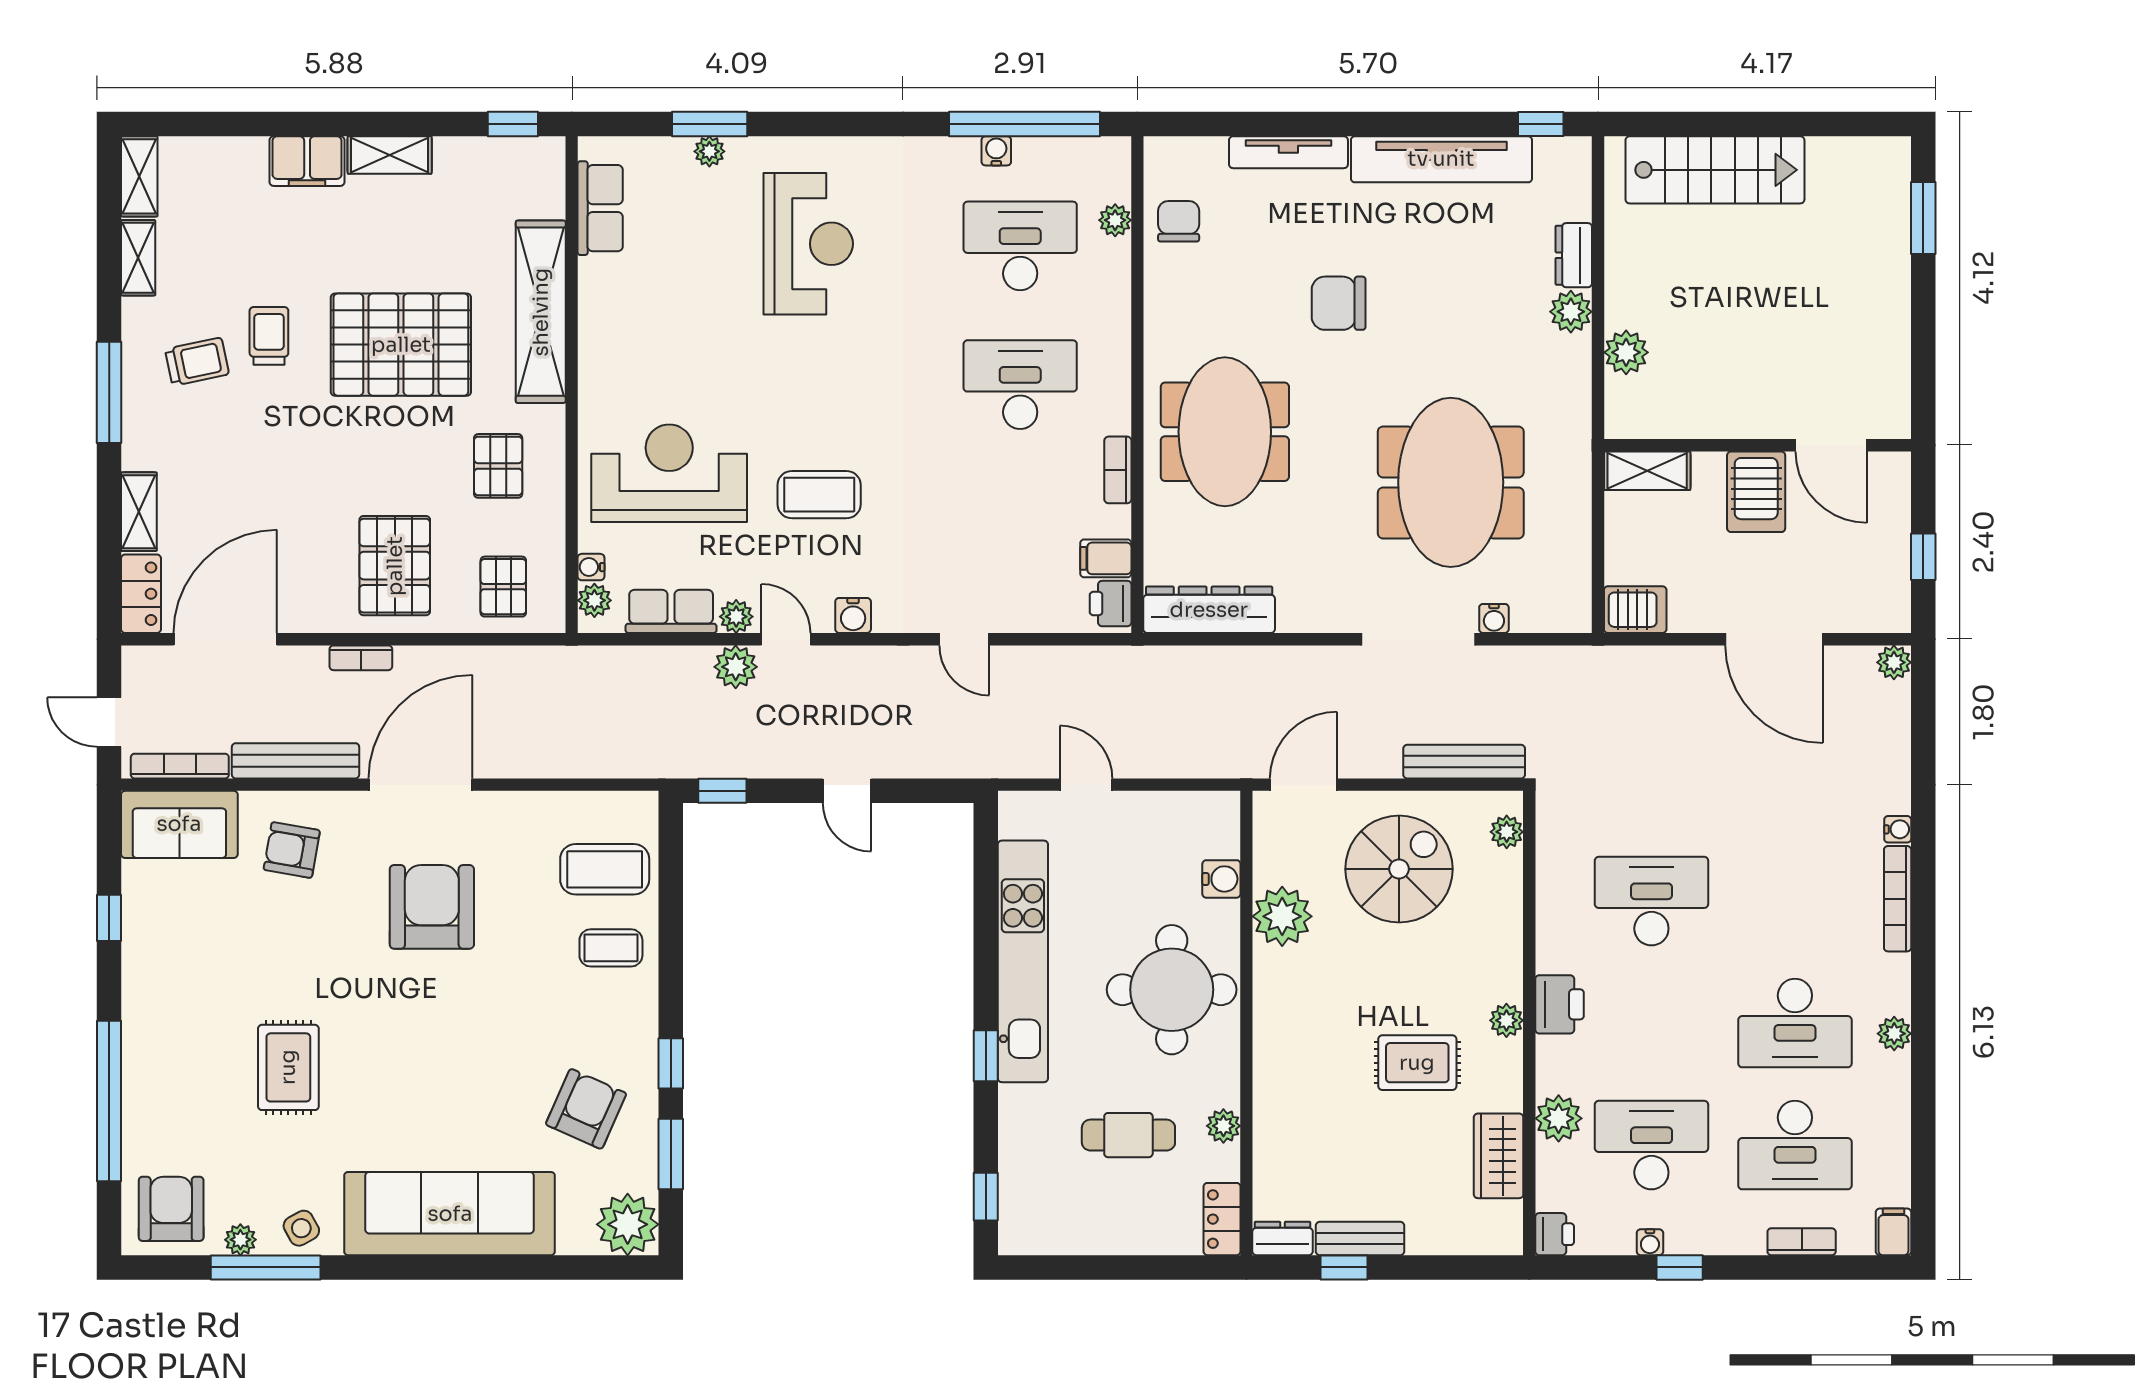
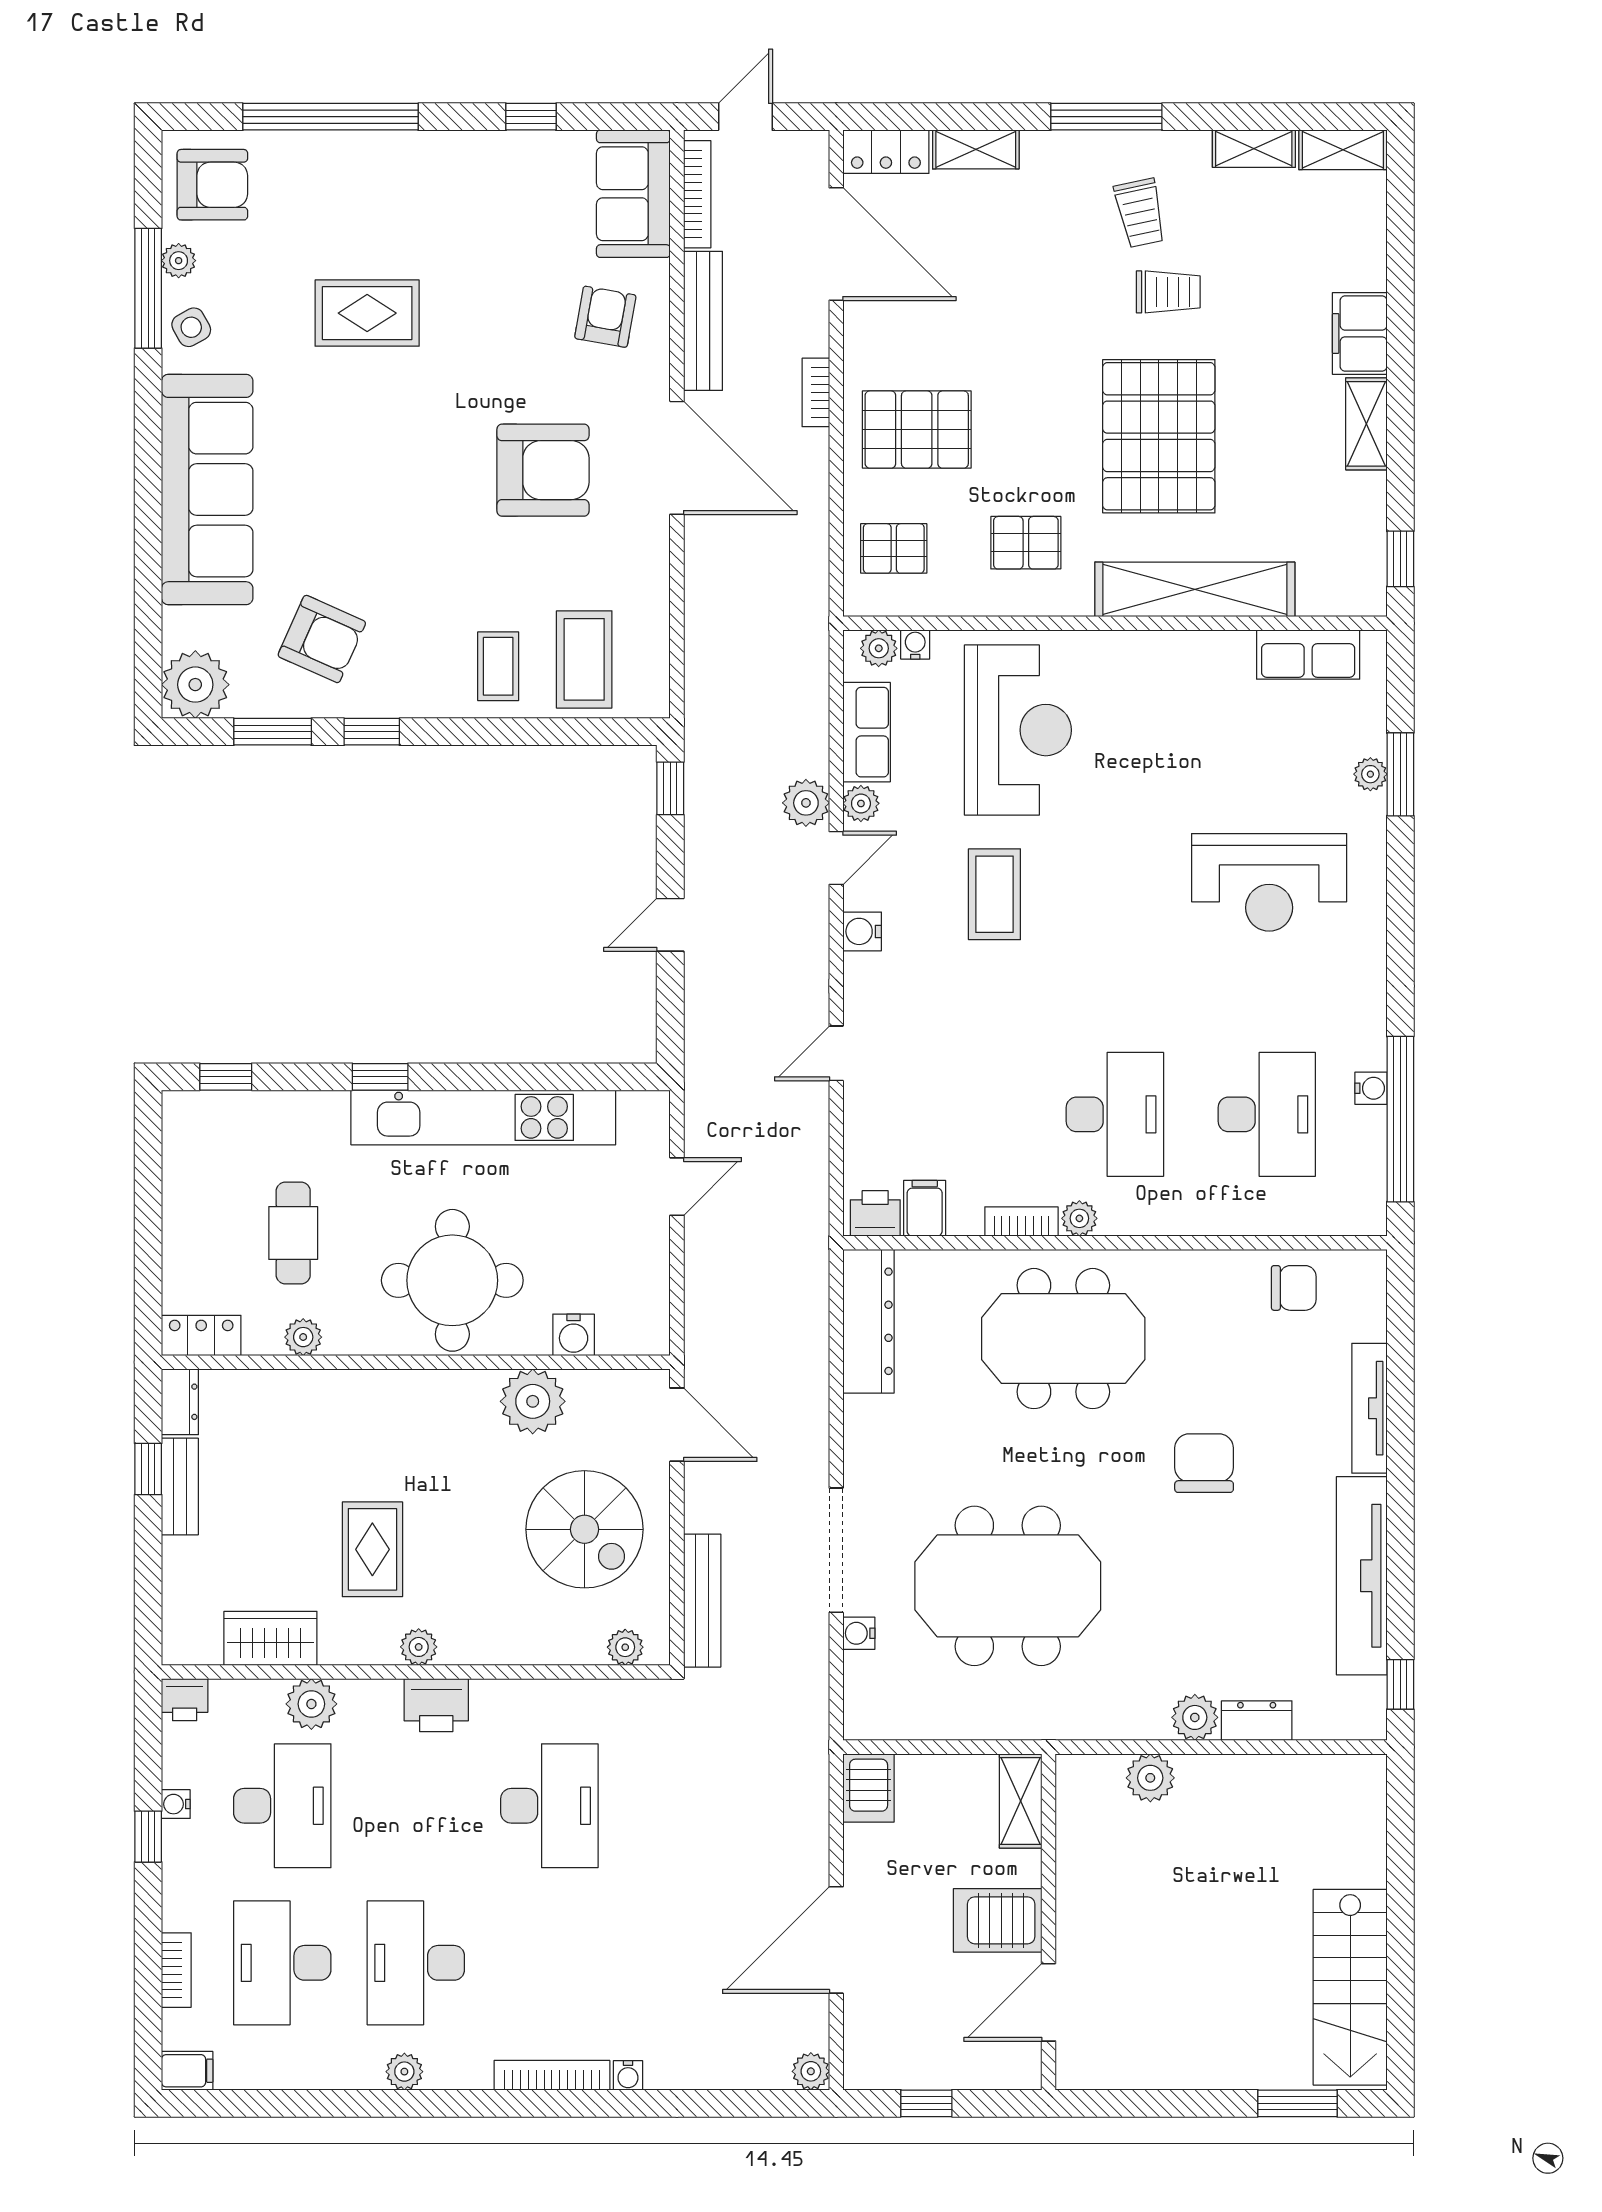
stairs: (1715, 170) -> (1350, 1987), moved
plant: (1115, 220) -> (1079, 1218), moved

